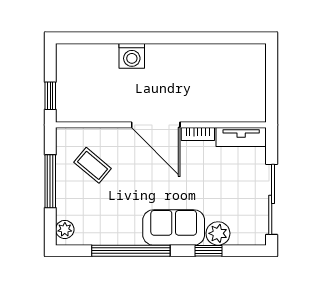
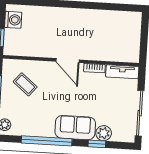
washing machine: (132, 56) -> (13, 20), moved, turned -90
door: (156, 125) -> (68, 61), width x0.73

